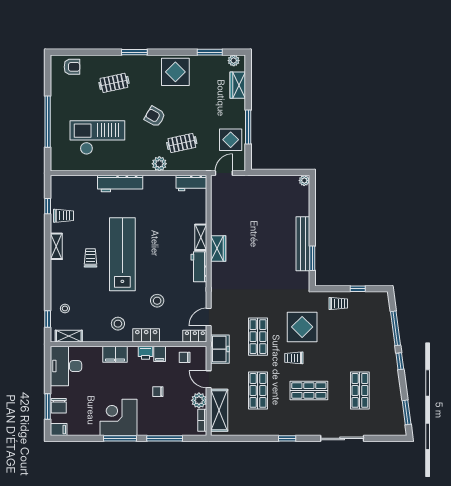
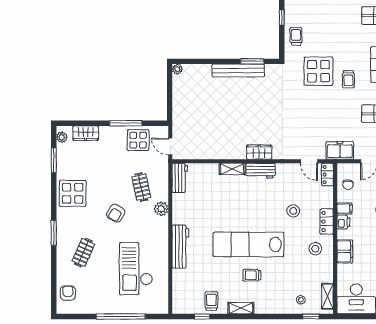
clothes rail: (114, 83) -> (83, 253), turned 36
wardrobe: (218, 248) -> (259, 152), moved
shop shelf: (258, 337) -> (328, 114), removed

